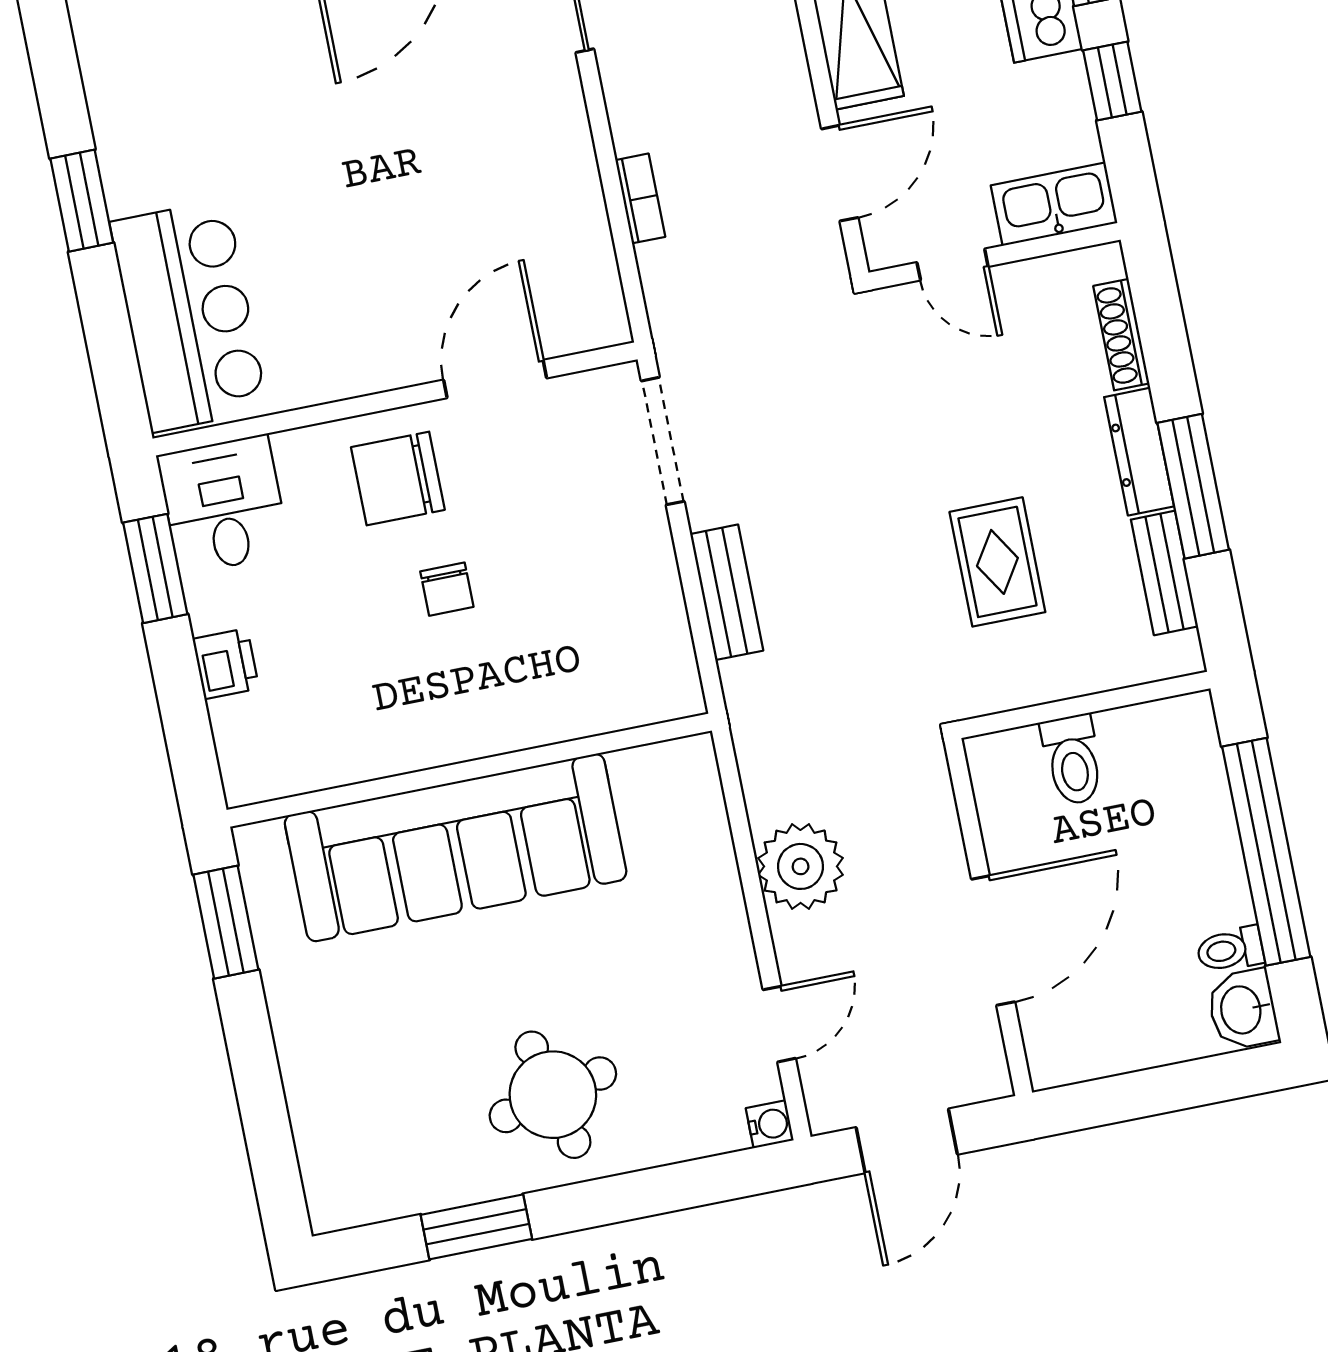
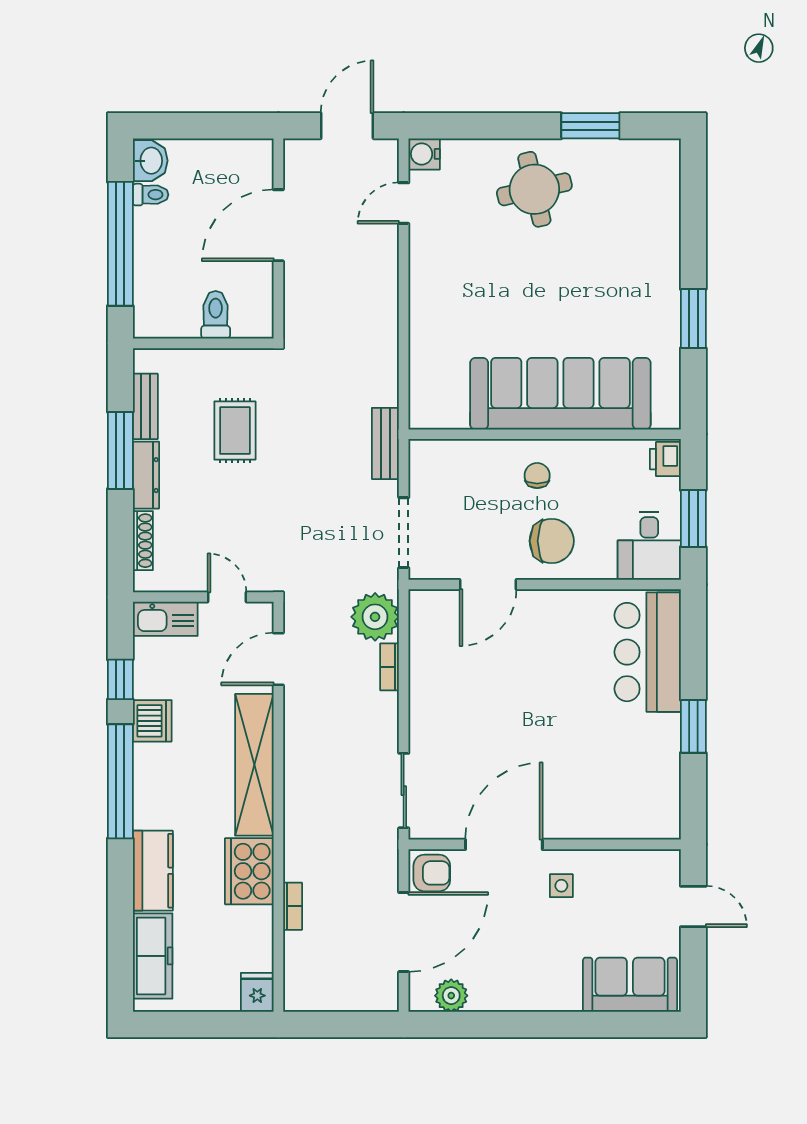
wall: (469, 770) -> (545, 434), moved
sofa: (456, 848) -> (560, 394), moved
plant: (801, 866) -> (375, 617), moved
water cooler: (770, 1124) -> (424, 154), width x1.38, depth x1.38

